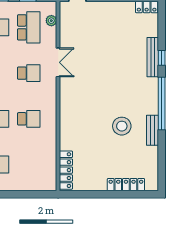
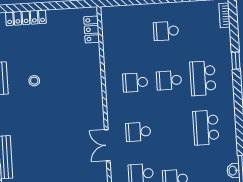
stool: (122, 126) -> (34, 81), width x0.53, depth x0.53
locker: (66, 170) -> (92, 30), width x0.66

